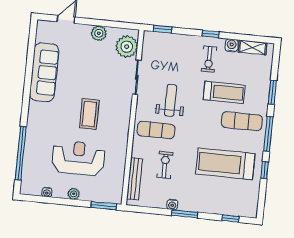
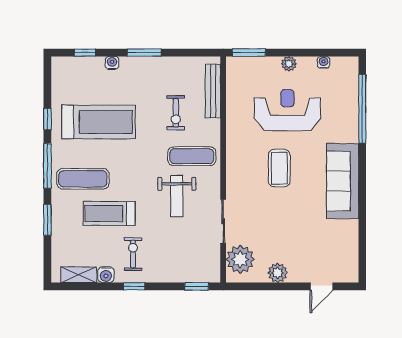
sofa: (44, 72) -> (343, 181), moved
reception desk: (78, 158) -> (287, 110), turned 180
water cooler: (172, 205) -> (112, 63), moved

